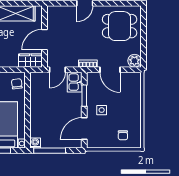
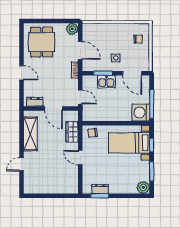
dresser: (52, 18) -> (35, 102), added
wardrobe: (30, 61) -> (72, 132), moved
door: (110, 70) -> (80, 50), hinge flipped
kitchen sink: (75, 82) -> (106, 82), moved
washing machine: (35, 143) -> (141, 113), width x1.89, depth x1.89

